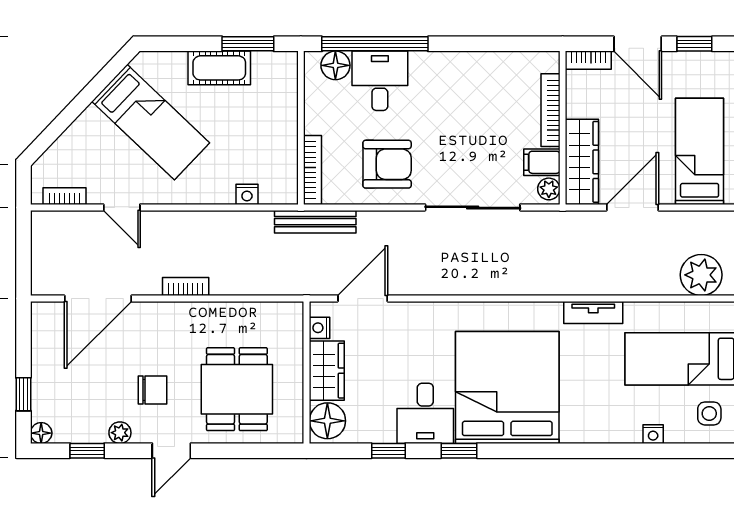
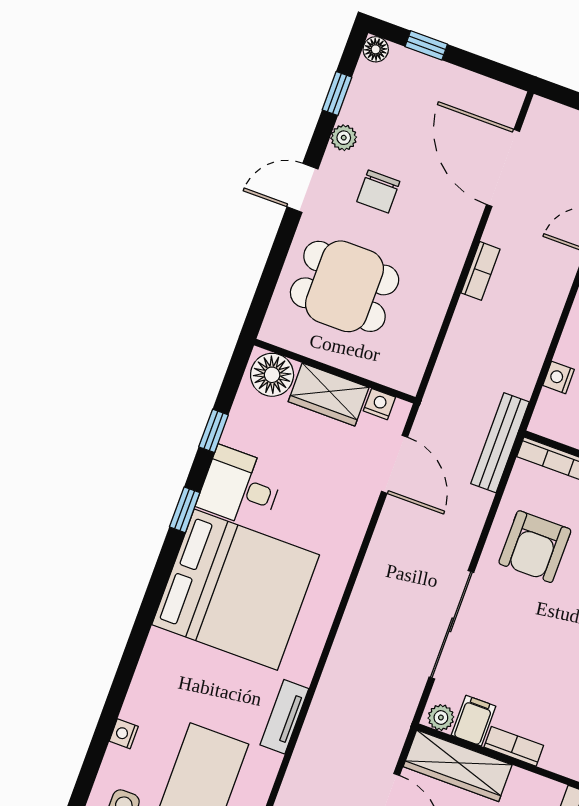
bookcase: (550, 110) -> (514, 746), width x0.64
door: (171, 451) -> (302, 188), hinge flipped

